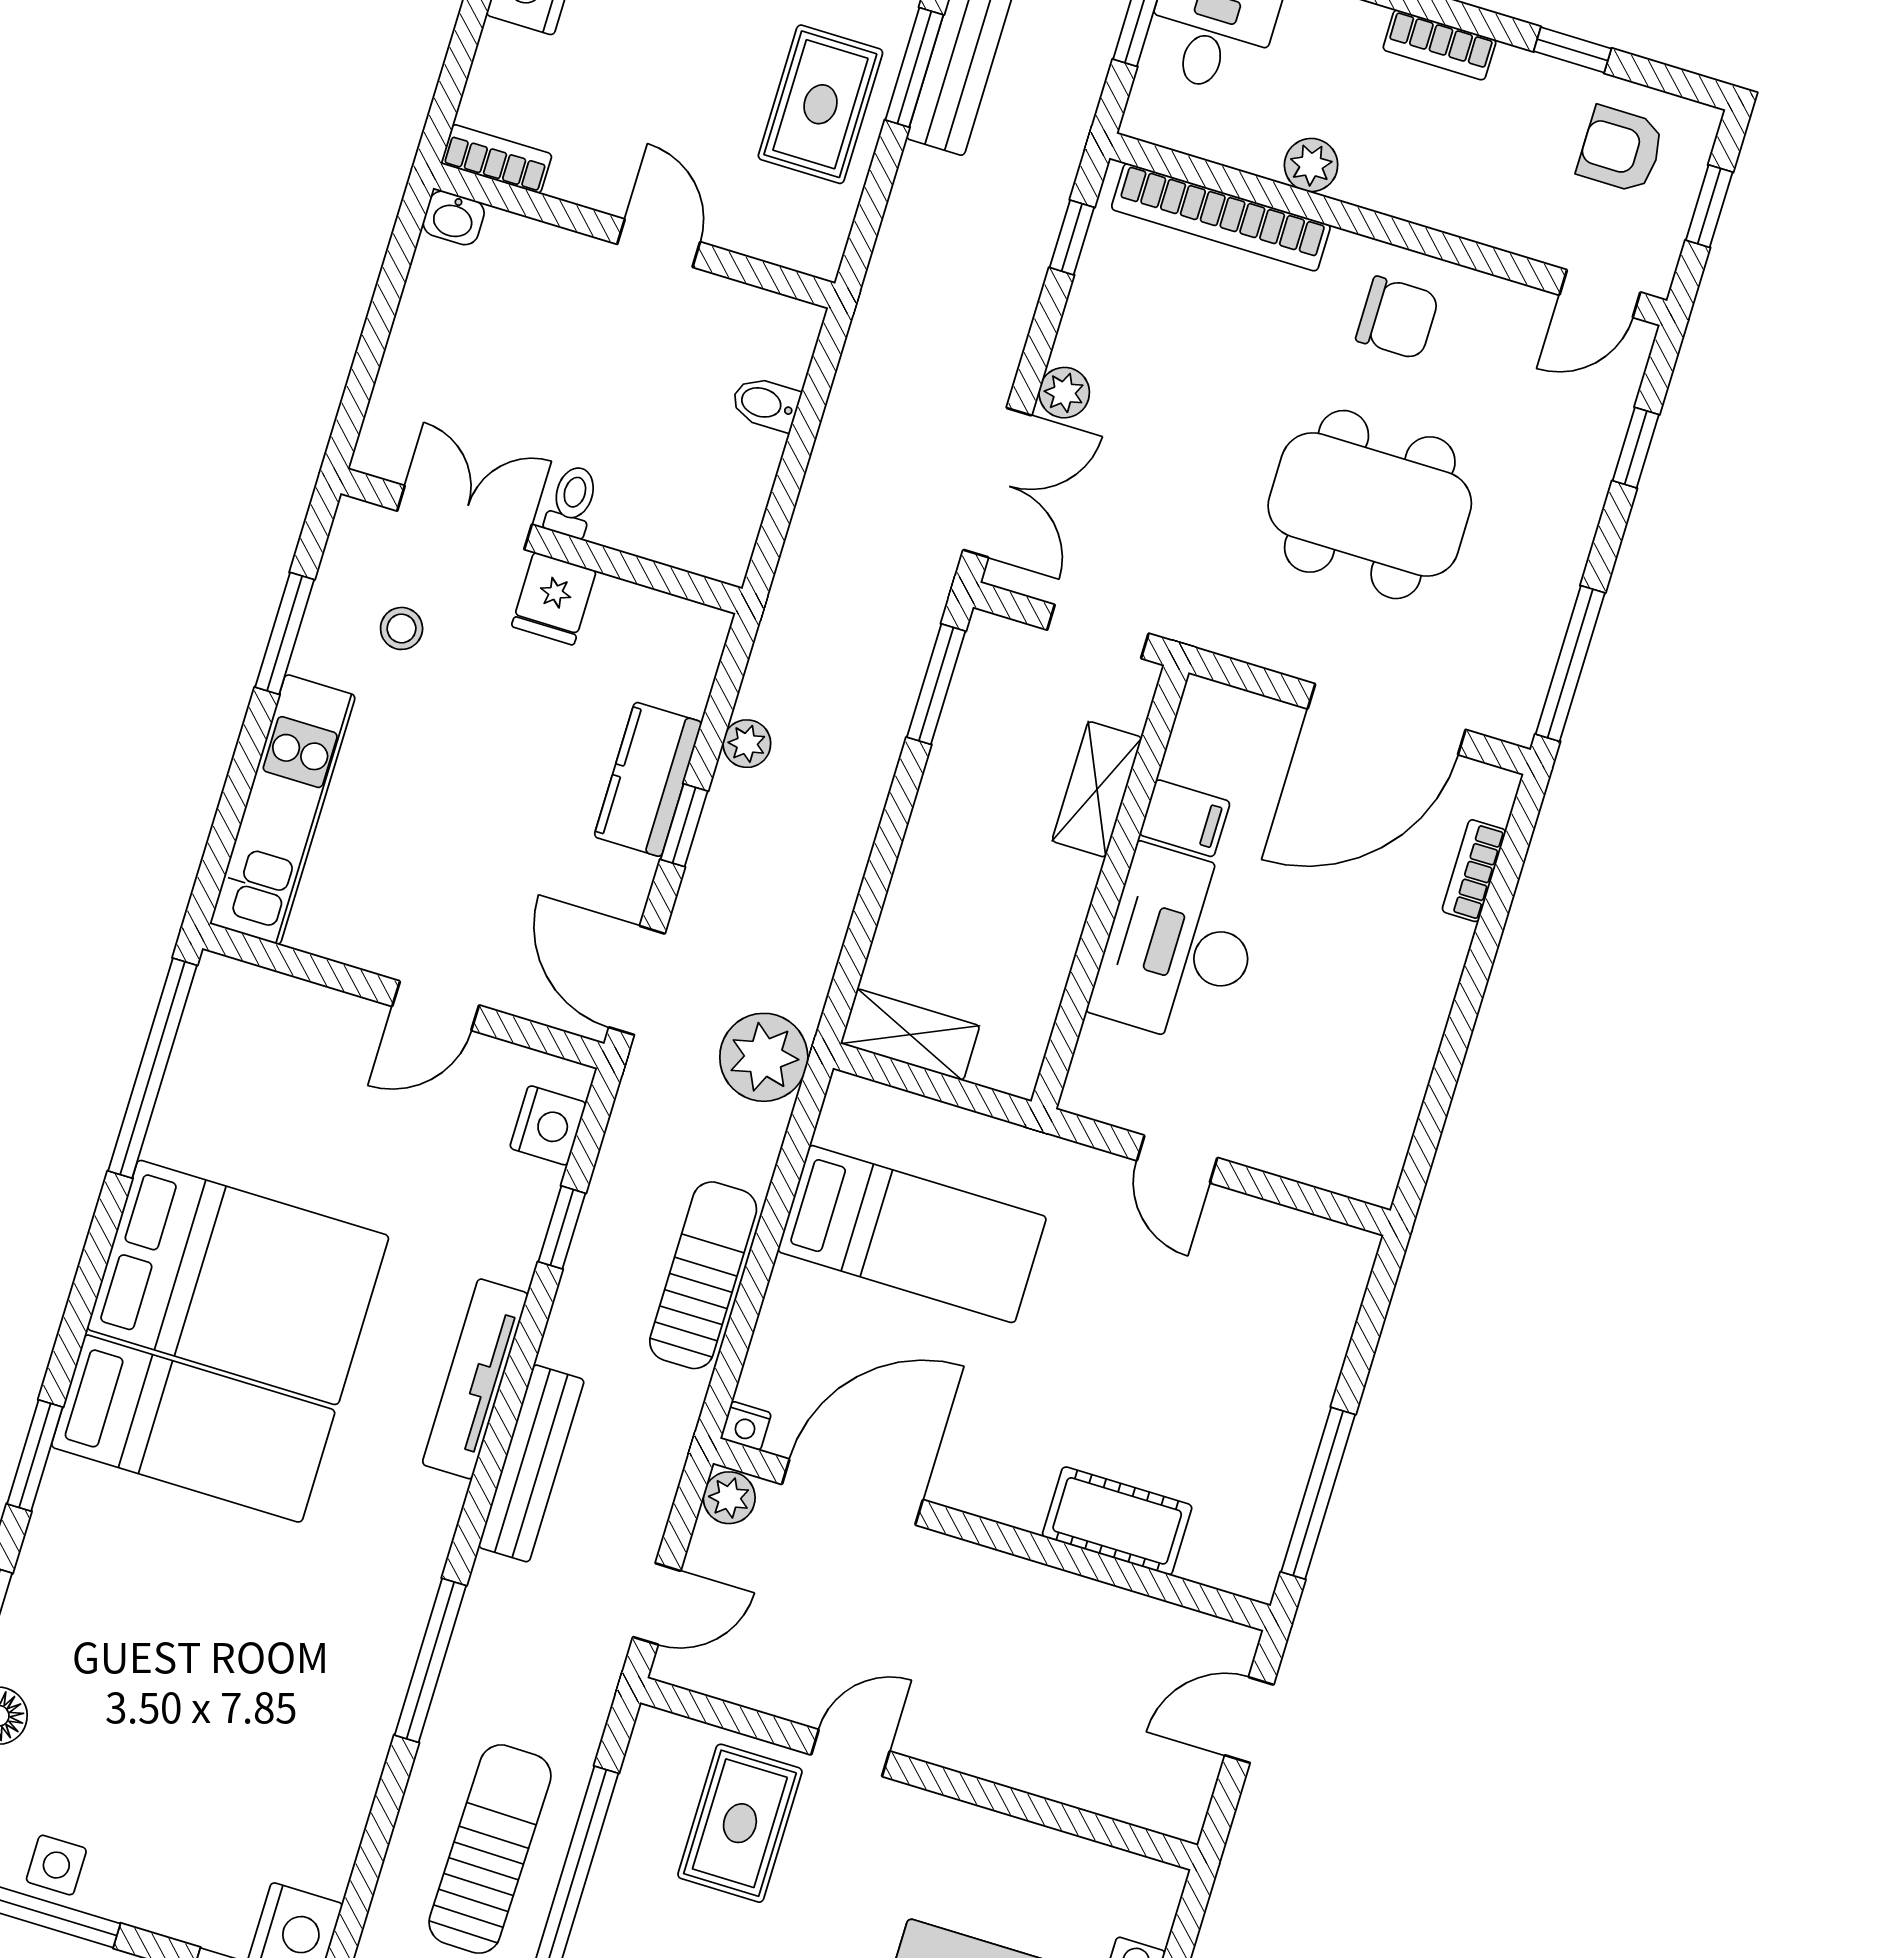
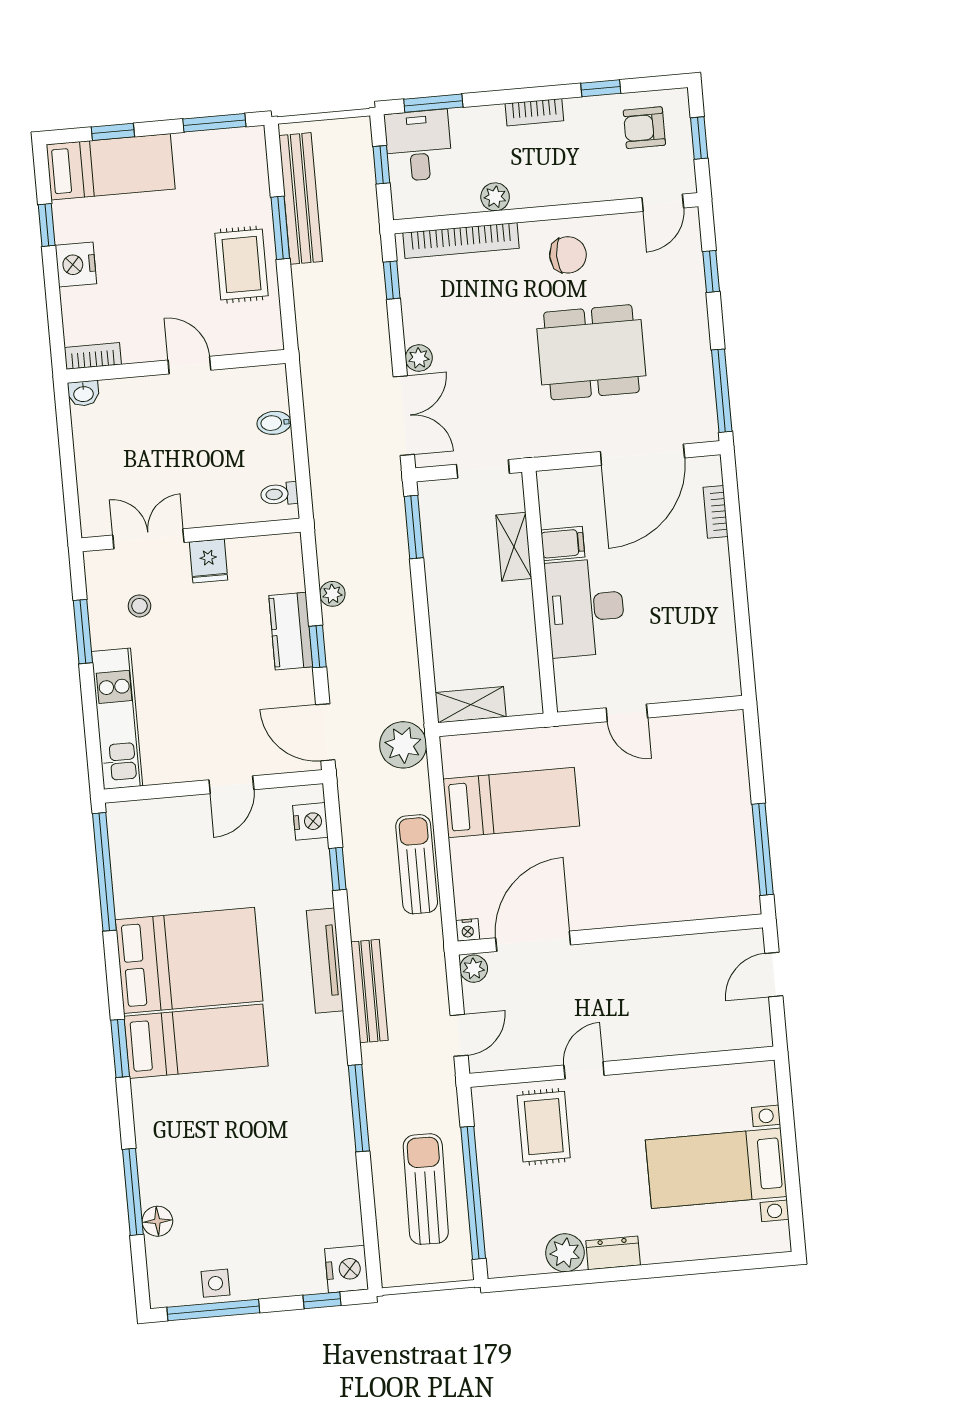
toilet: (572, 501) -> (279, 494), moved, turned -90
window: (35, 1456) -> (120, 1048), moved
cot: (1117, 1521) -> (669, 903), removed

